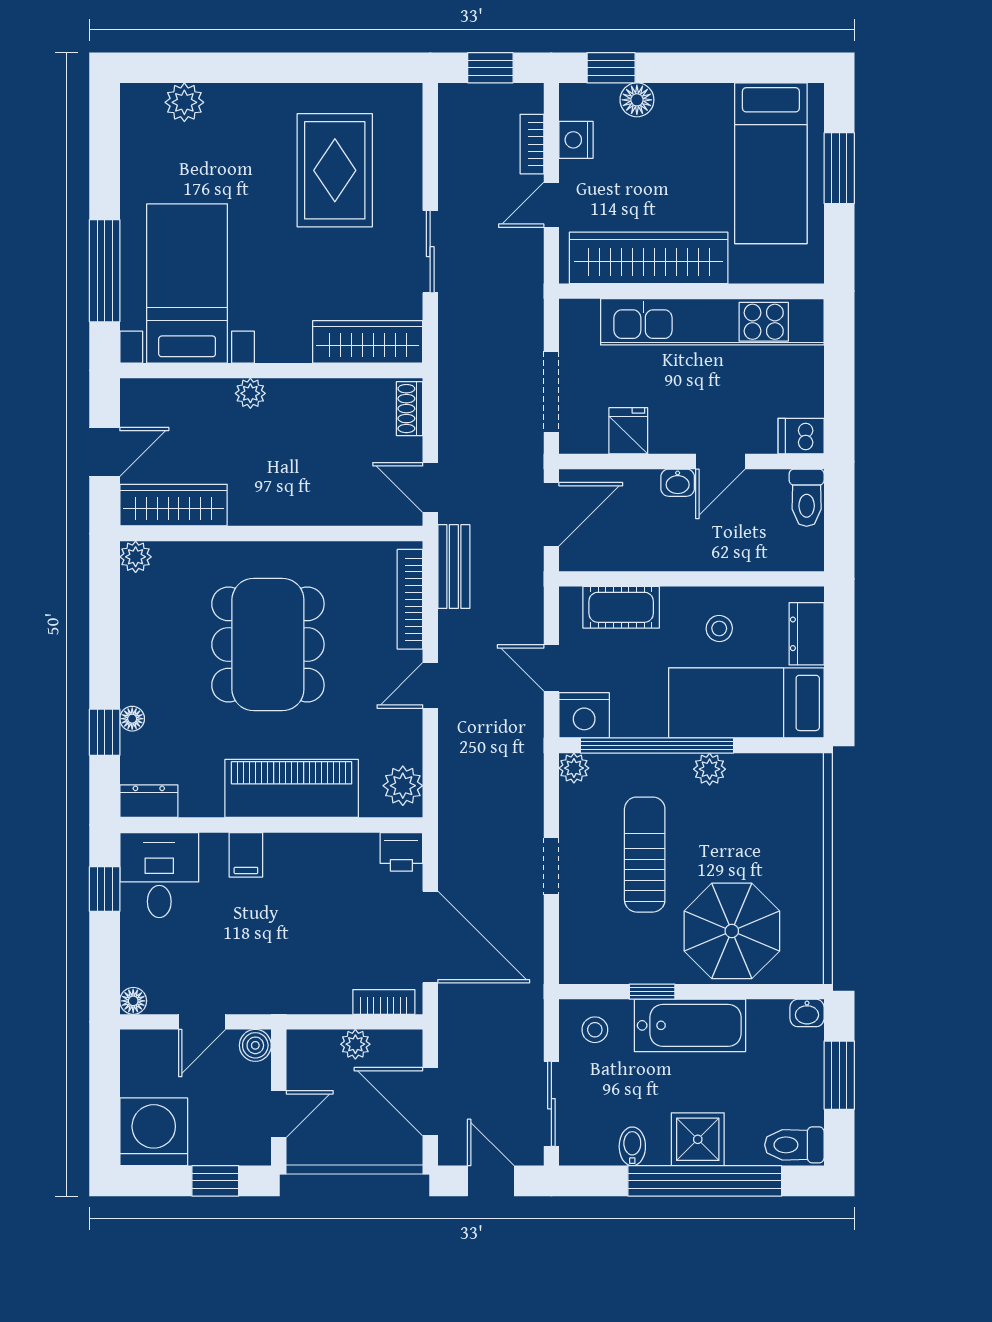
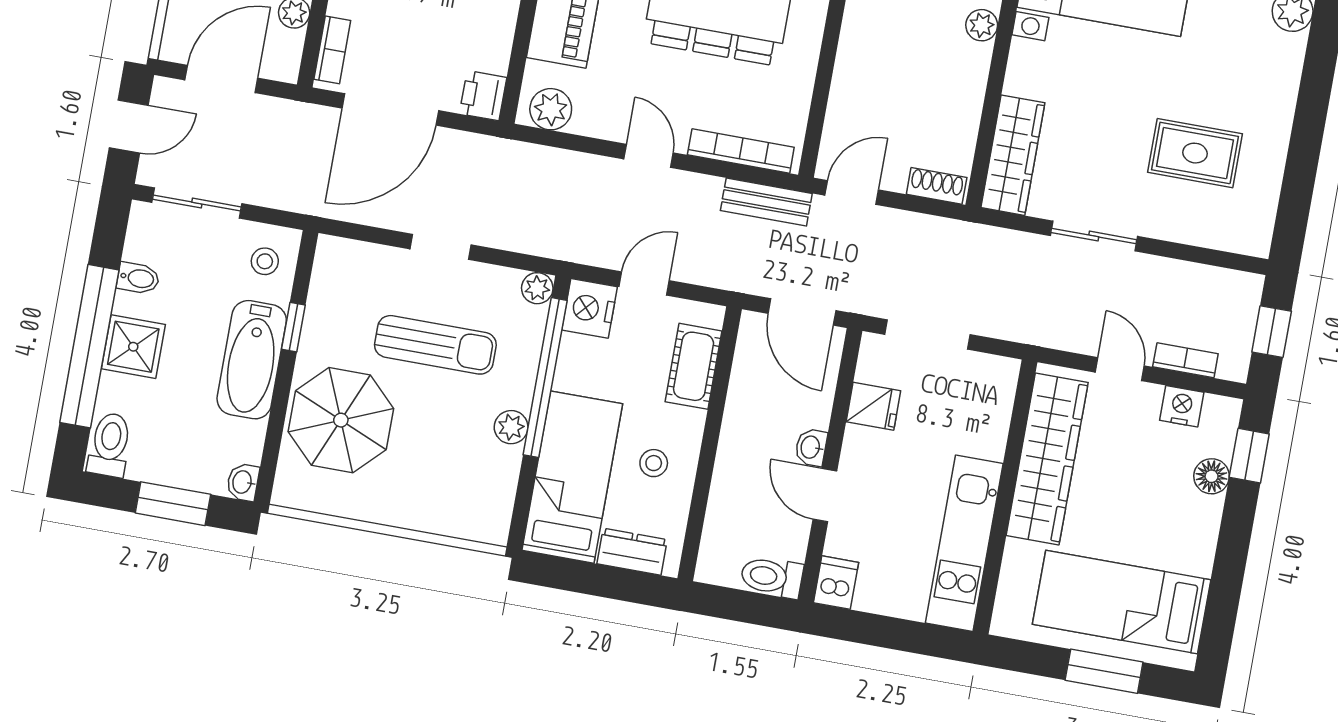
rug: (335, 170) -> (1195, 153), width x0.73, depth x0.70
kitchen unit: (712, 322) -> (964, 543), width x0.73

